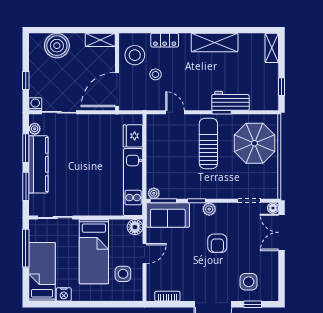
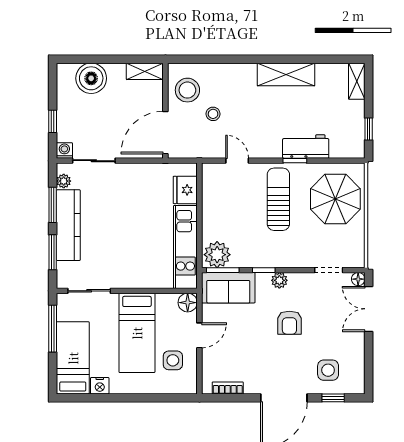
locker: (165, 40) -> (224, 72), removed
plant: (154, 193) -> (217, 255), width x1.87, depth x1.87

